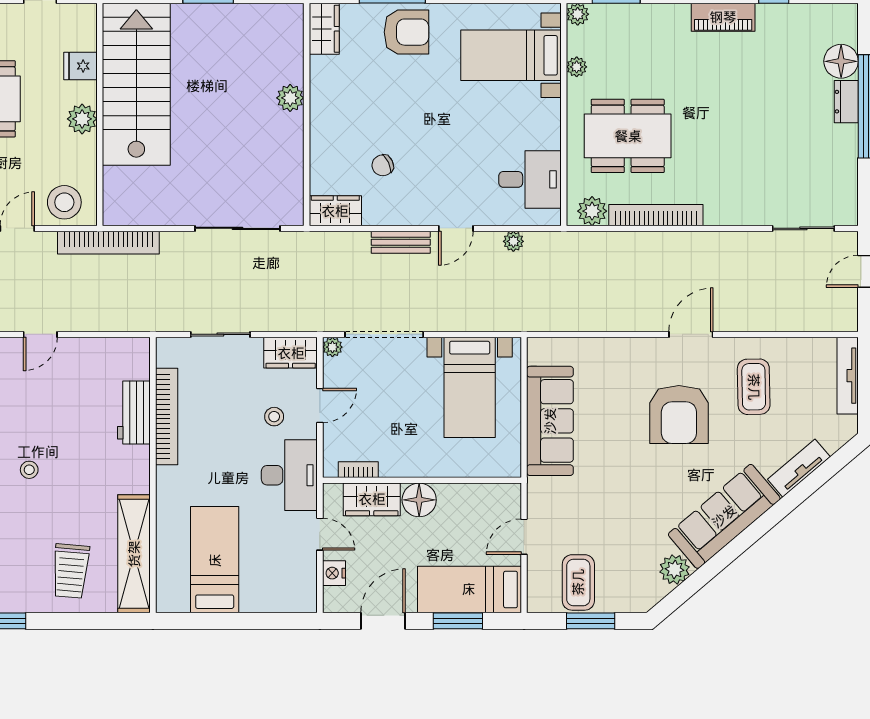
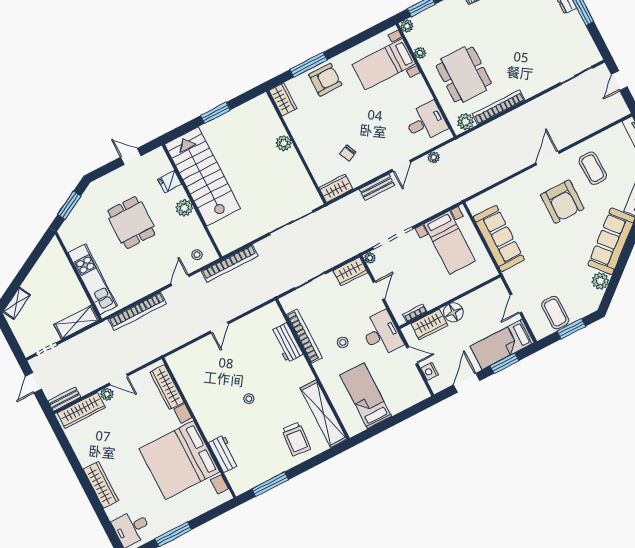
dining table: (628, 136) -> (464, 74), turned 90
stool: (64, 202) -> (197, 255), width x0.53, depth x0.53
stool: (274, 417) -> (343, 342), moved

